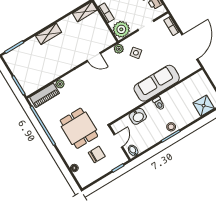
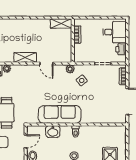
plant: (121, 29) -> (81, 55), removed
shelving: (49, 34) -> (25, 57), moved
sofa: (157, 83) -> (60, 114), moved

